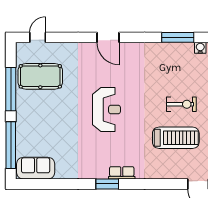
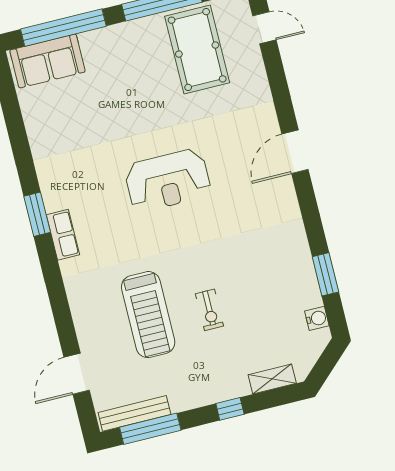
window: (178, 37) -> (325, 274), width x0.69
exercise bike: (181, 104) -> (209, 310), width x0.73, depth x0.72
sofa: (36, 168) -> (47, 61), moved, turned 90

